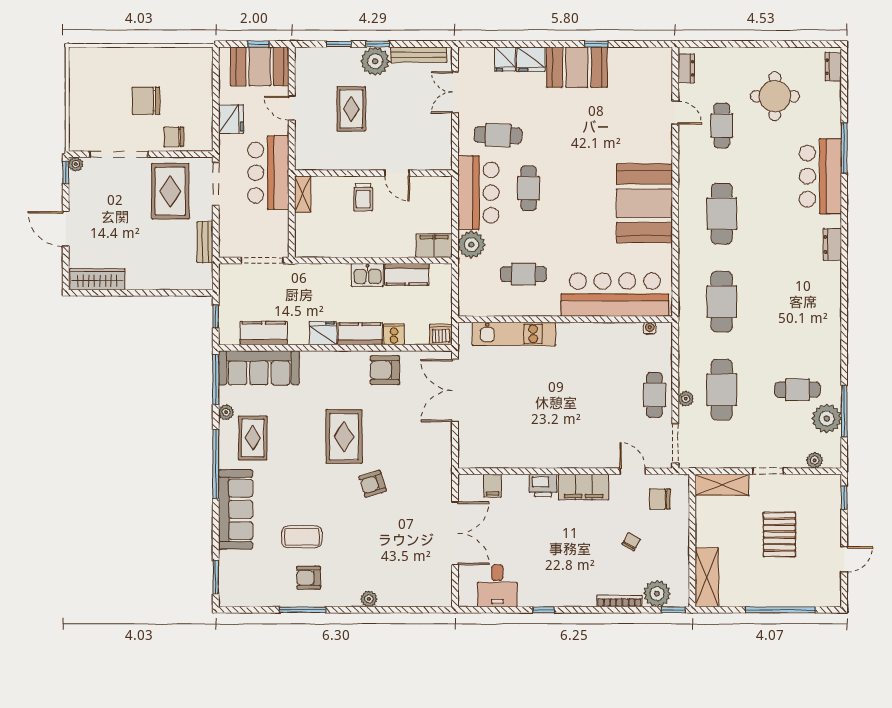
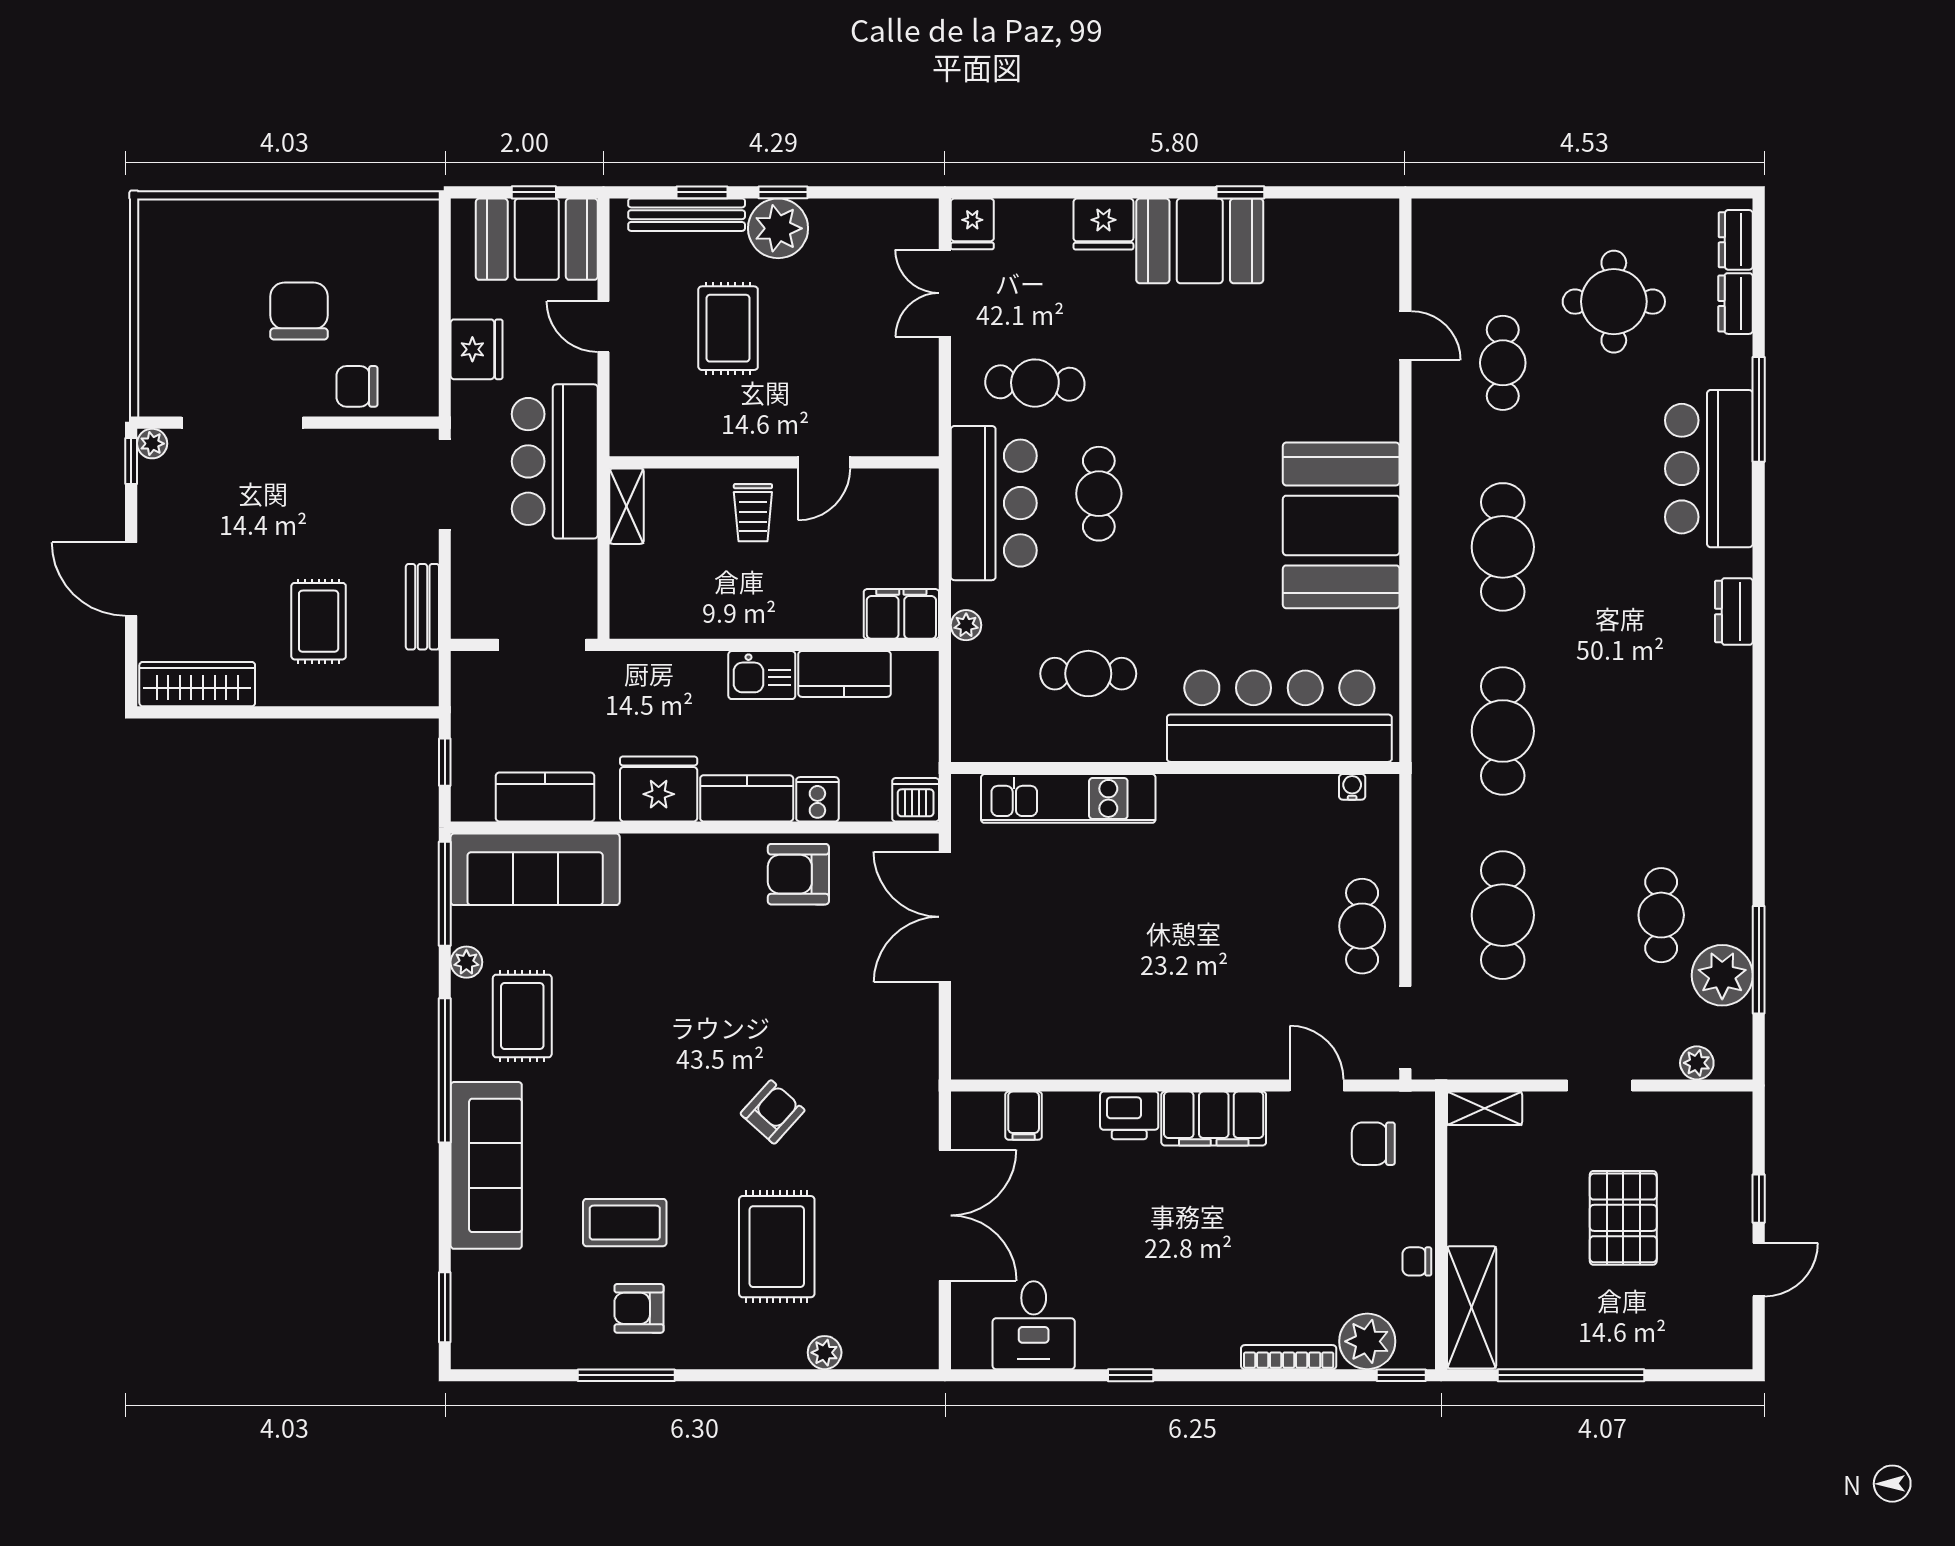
bench: (419, 55) -> (687, 215), moved
fridge: (505, 59) -> (972, 224), moved
dresser: (686, 68) -> (1735, 304), moved, turned 180
chair: (146, 101) -> (299, 311), turned 90
door: (397, 173) -> (824, 462), hinge flipped
rug: (170, 191) -> (319, 621), moved, width x0.73, depth x0.70
plant: (471, 245) -> (966, 625), width x0.53, depth x0.53
fridge: (323, 333) -> (659, 789), width x1.36, depth x1.34
cafe table: (798, 390) -> (1661, 915), turned 90
plant: (686, 399) -> (1427, 934), removed
rug: (344, 437) -> (777, 1247), moved
armchair: (373, 484) -> (773, 1112), turned 149
shelving: (722, 485) -> (1485, 1108), width x0.67, depth x0.75
window: (844, 498) -> (1759, 1199), moved
chair: (631, 542) -> (1417, 1261), moved, turned -120
plant: (369, 599) -> (825, 1353), moved
window: (781, 610) -> (1571, 1375), moved

